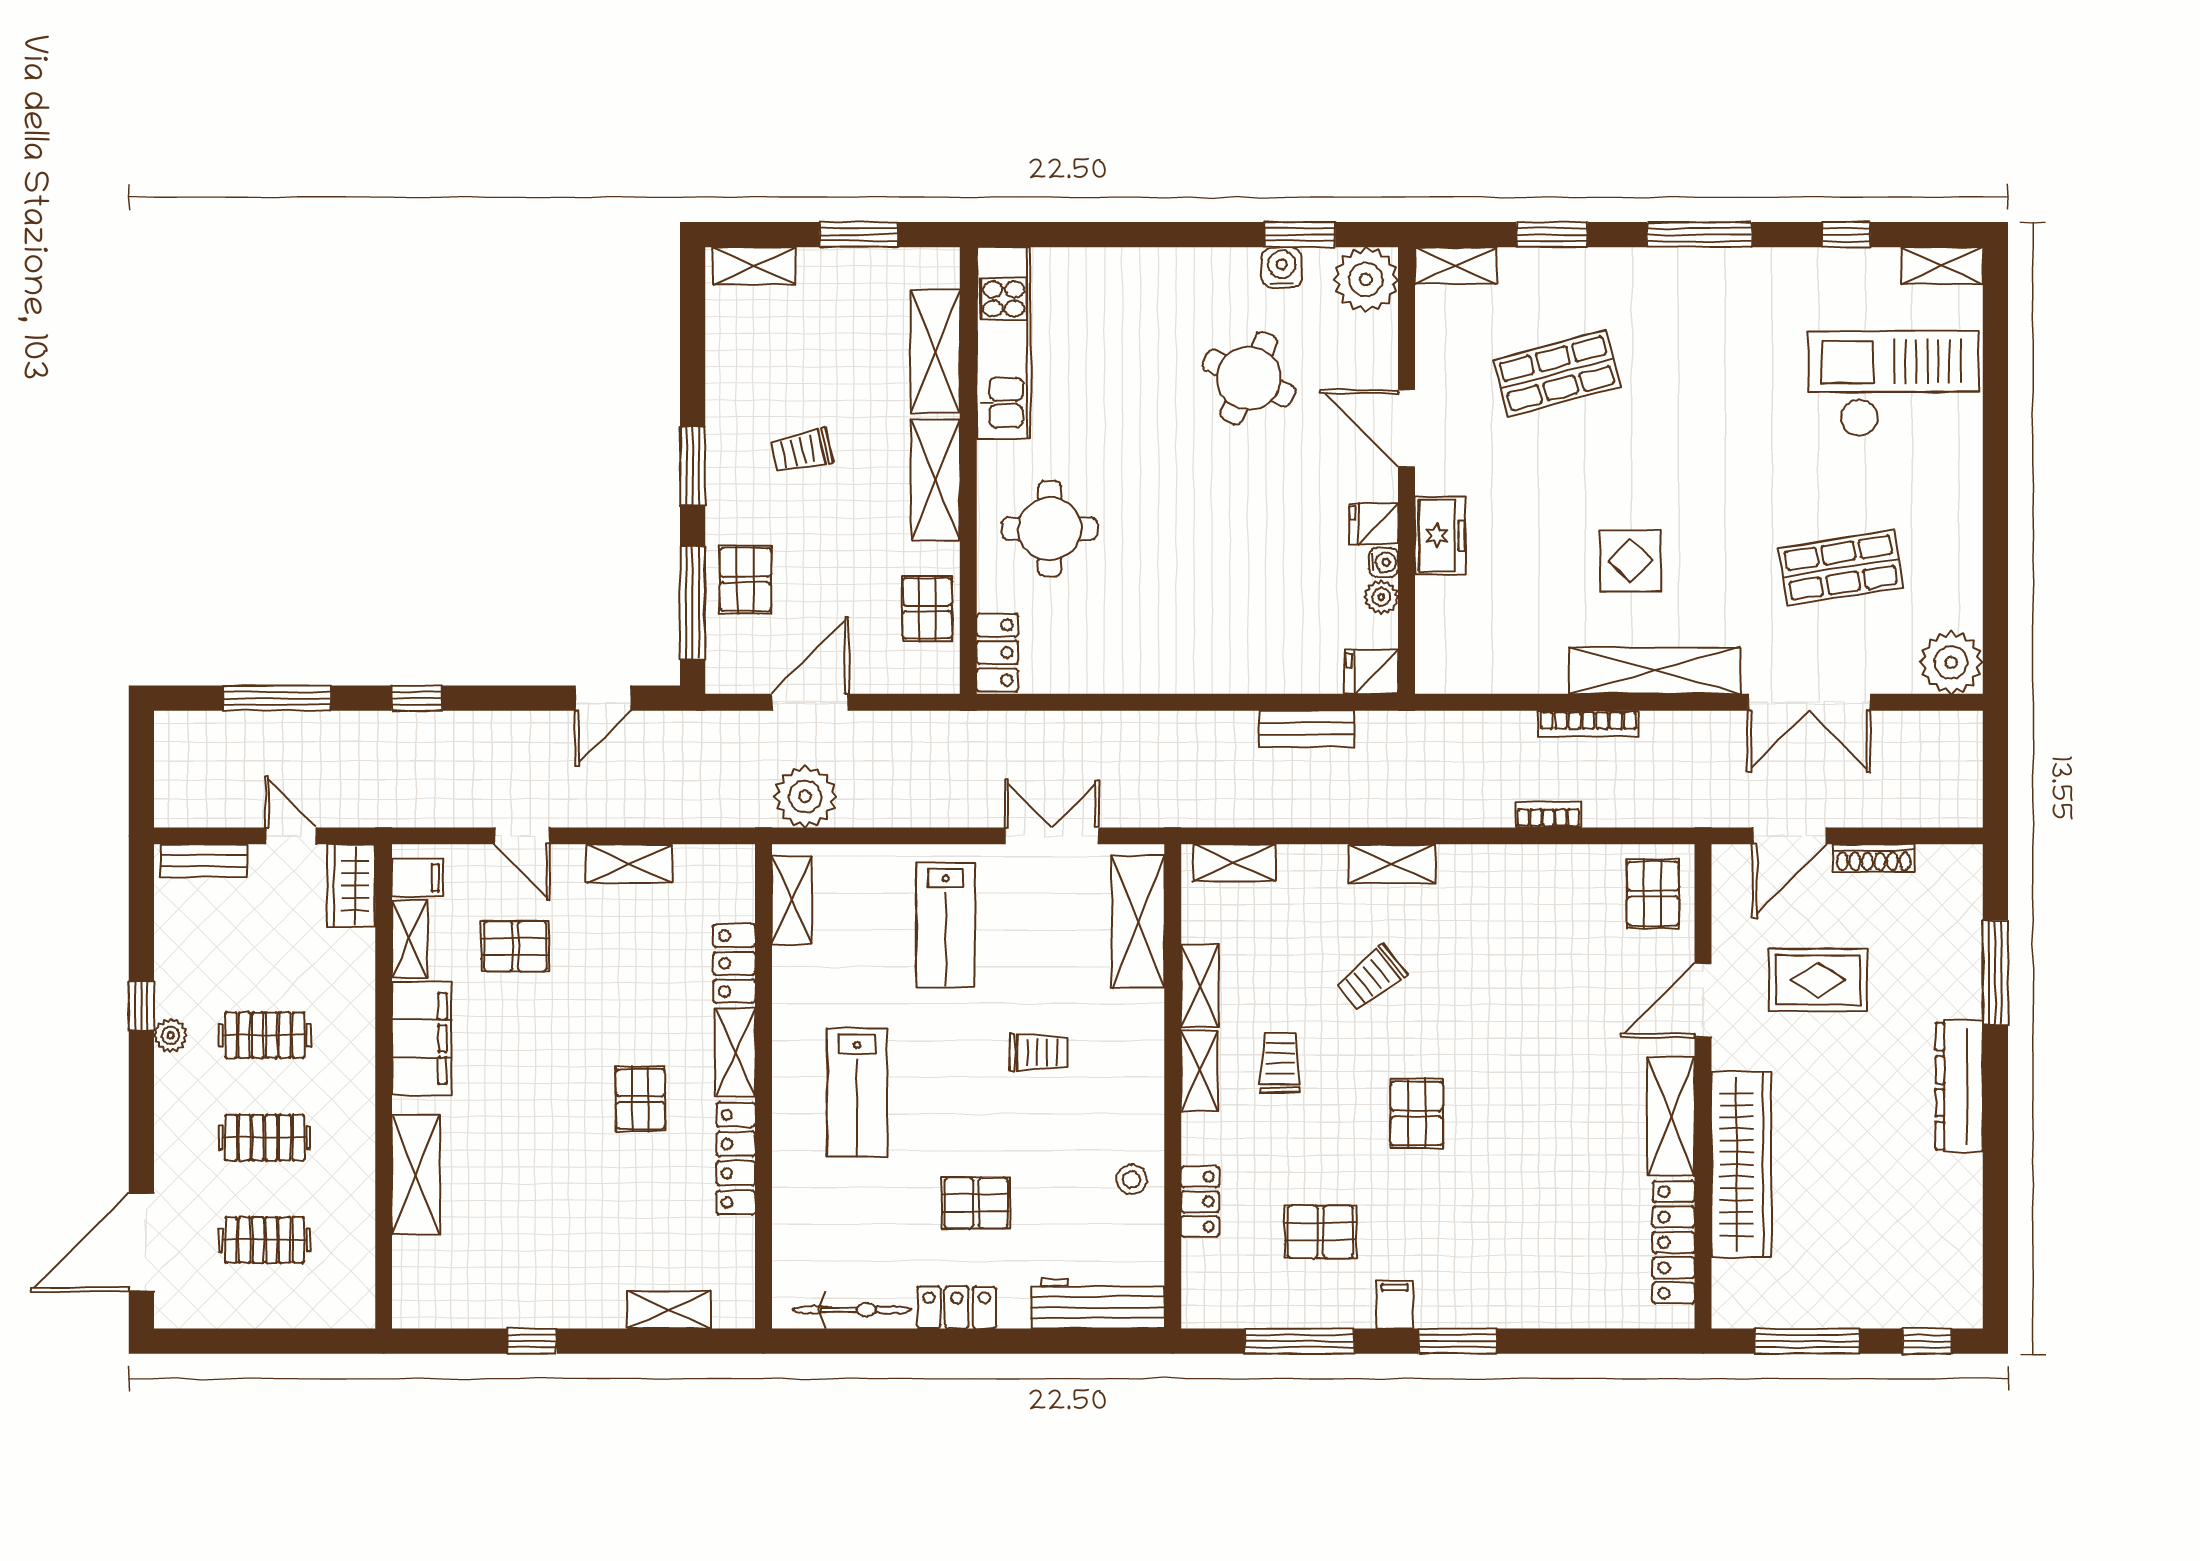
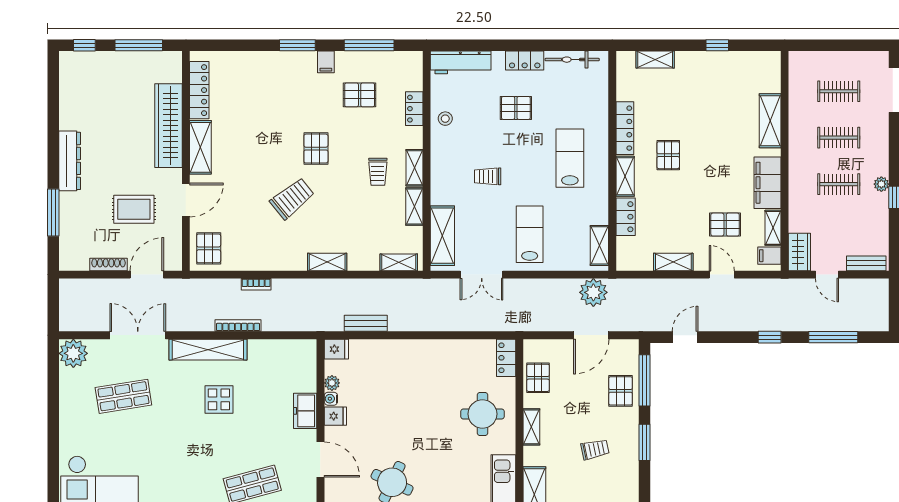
shelving: (936, 480) -> (531, 427), width x0.67, depth x0.75
trolley: (1371, 978) -> (292, 198), moved, width x1.36, depth x1.39

